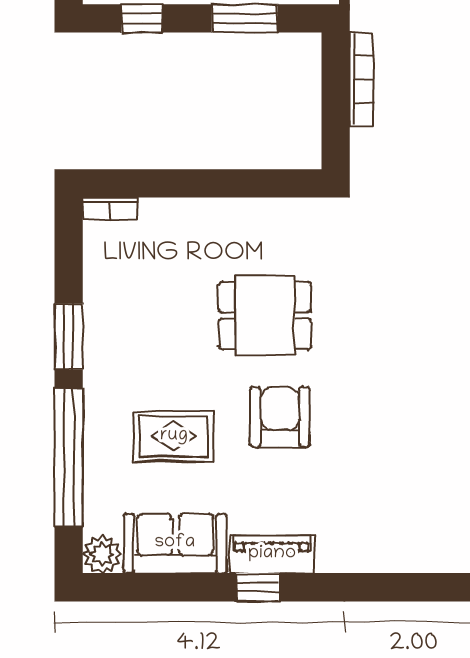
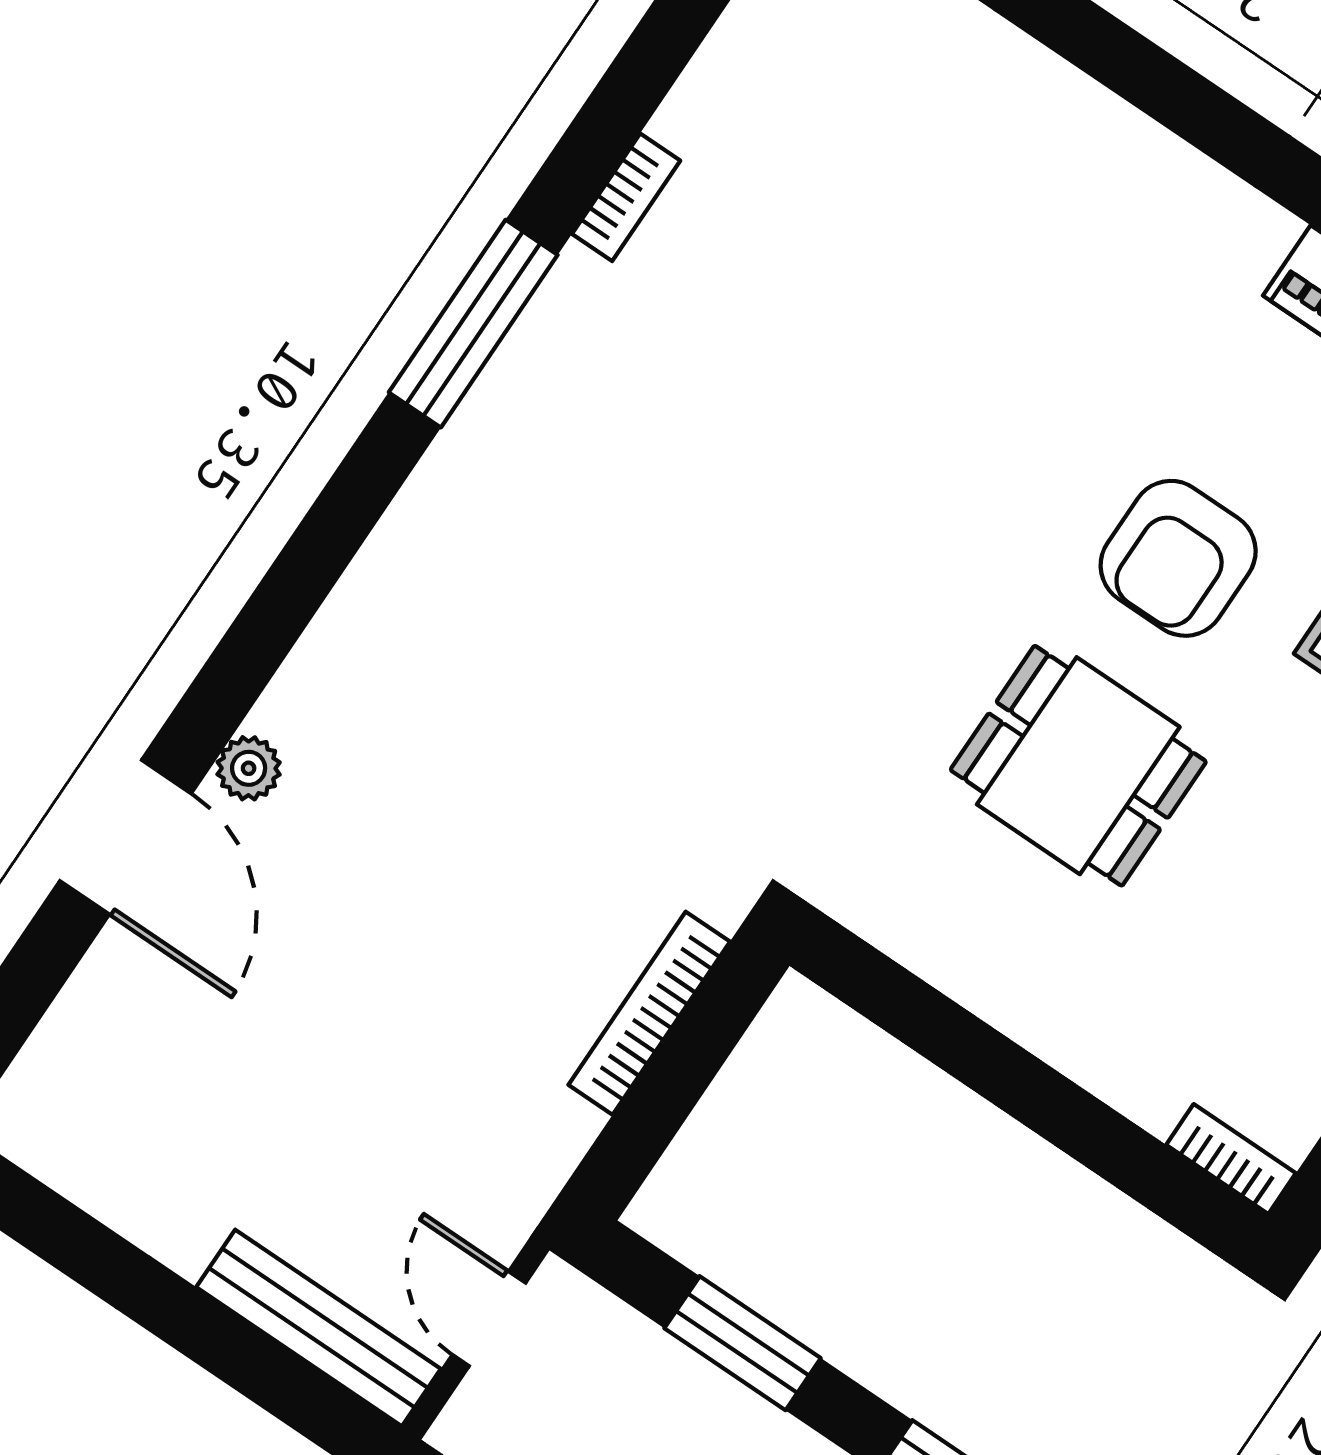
bookcase: (362, 79) -> (649, 1013), moved

